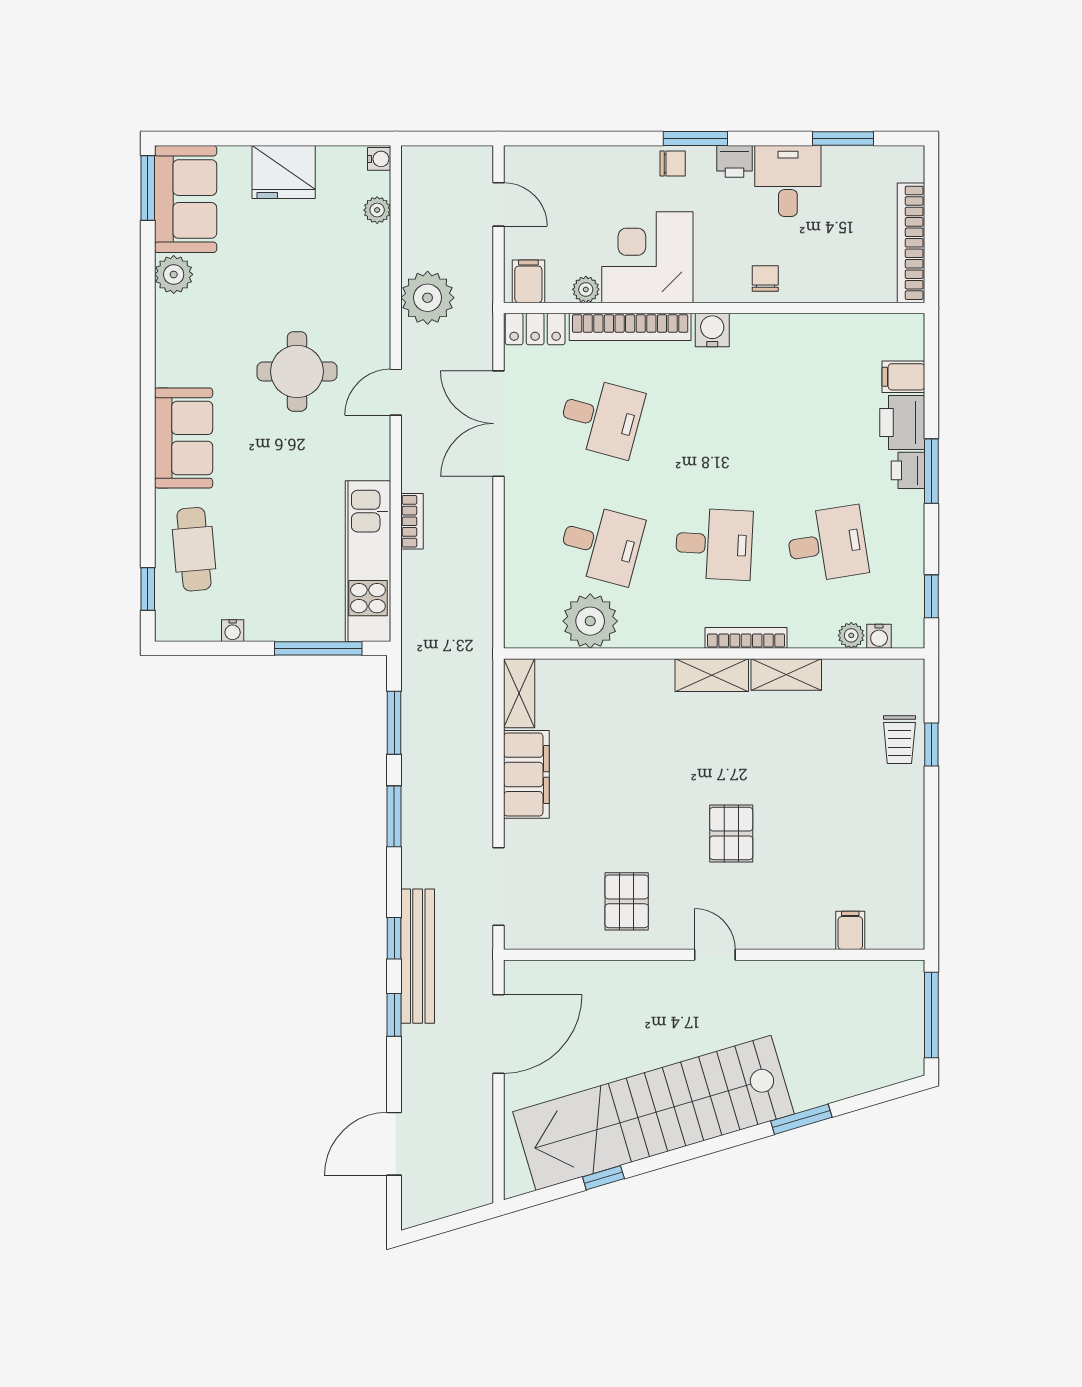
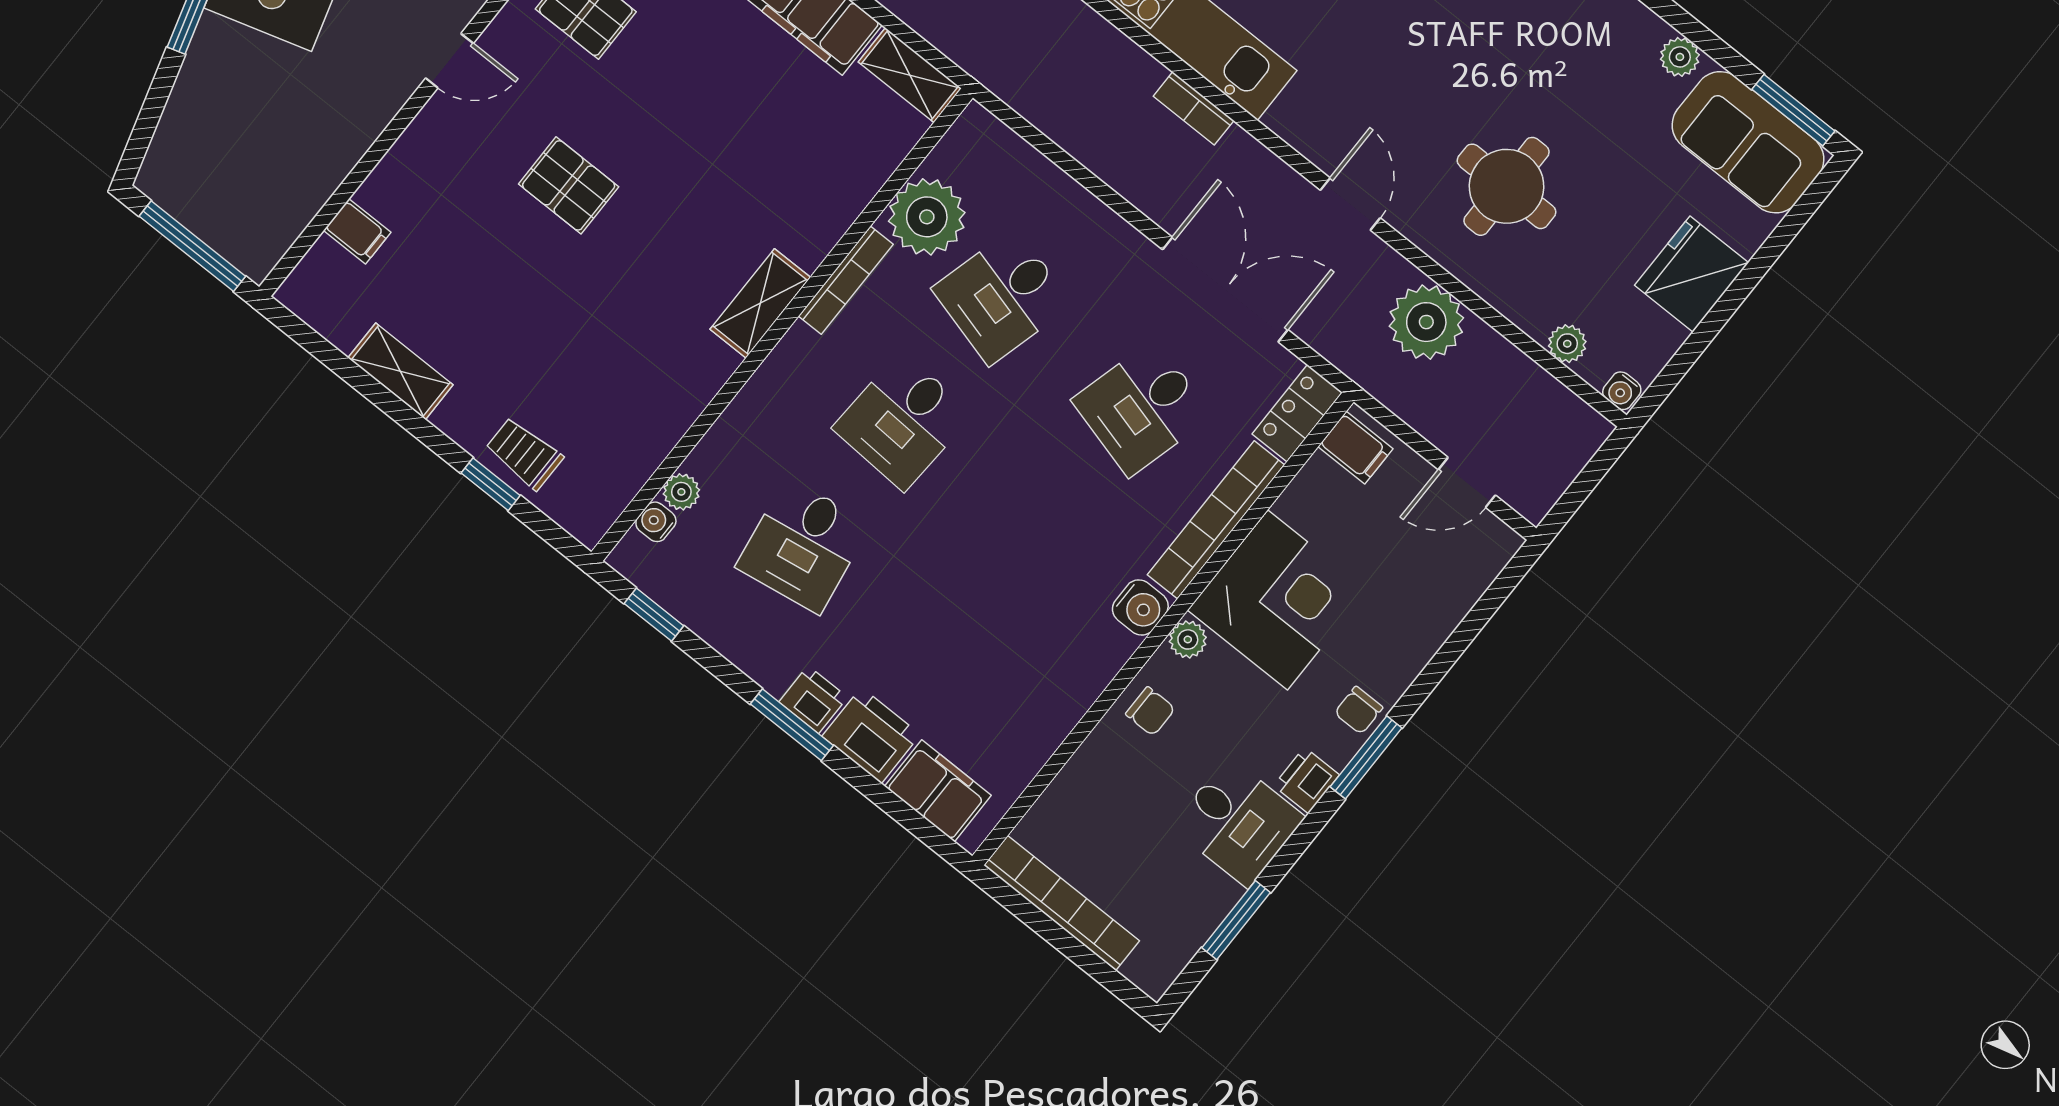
plant: (174, 274) -> (1680, 57), width x0.73, depth x0.73
plant: (586, 289) -> (1188, 639), moved
round table: (297, 371) -> (1507, 186), moved
filing cabinet: (903, 377) -> (938, 791), width x2.00
bookcase: (746, 638) -> (846, 280), moved
shelving: (786, 675) -> (400, 371), moved, turned 90

